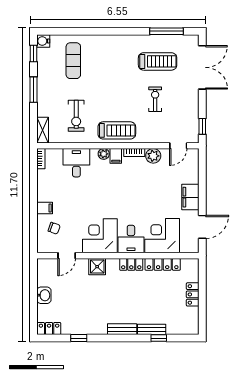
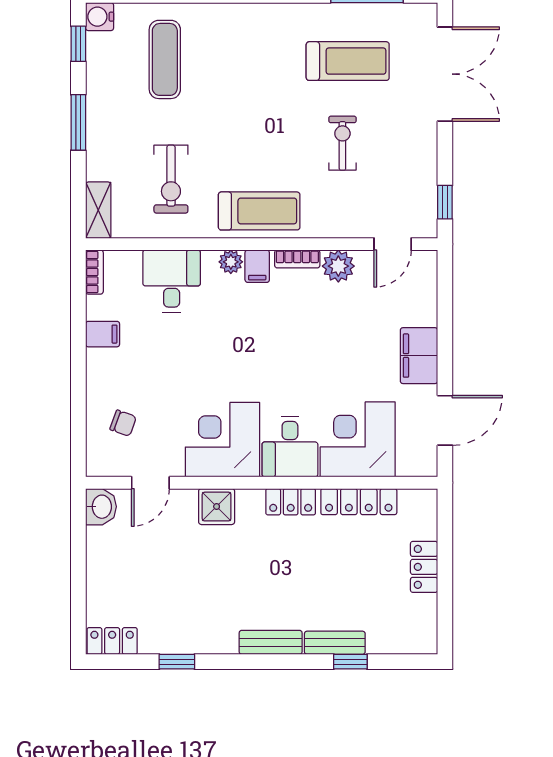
filing cabinet: (45, 208) -> (103, 334), moved
washbasin: (44, 295) -> (101, 507), moved

